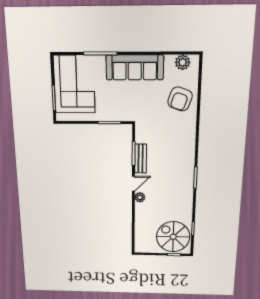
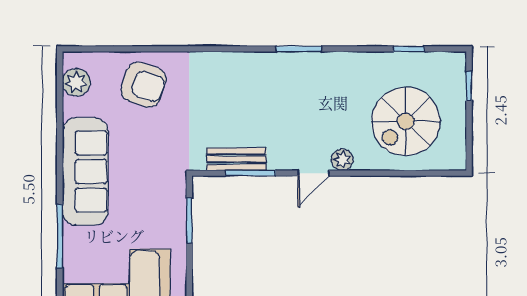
bench: (141, 159) -> (236, 159), moved
door: (133, 184) -> (313, 173), swing flipped
spiral stairs: (173, 237) -> (406, 121), moved

